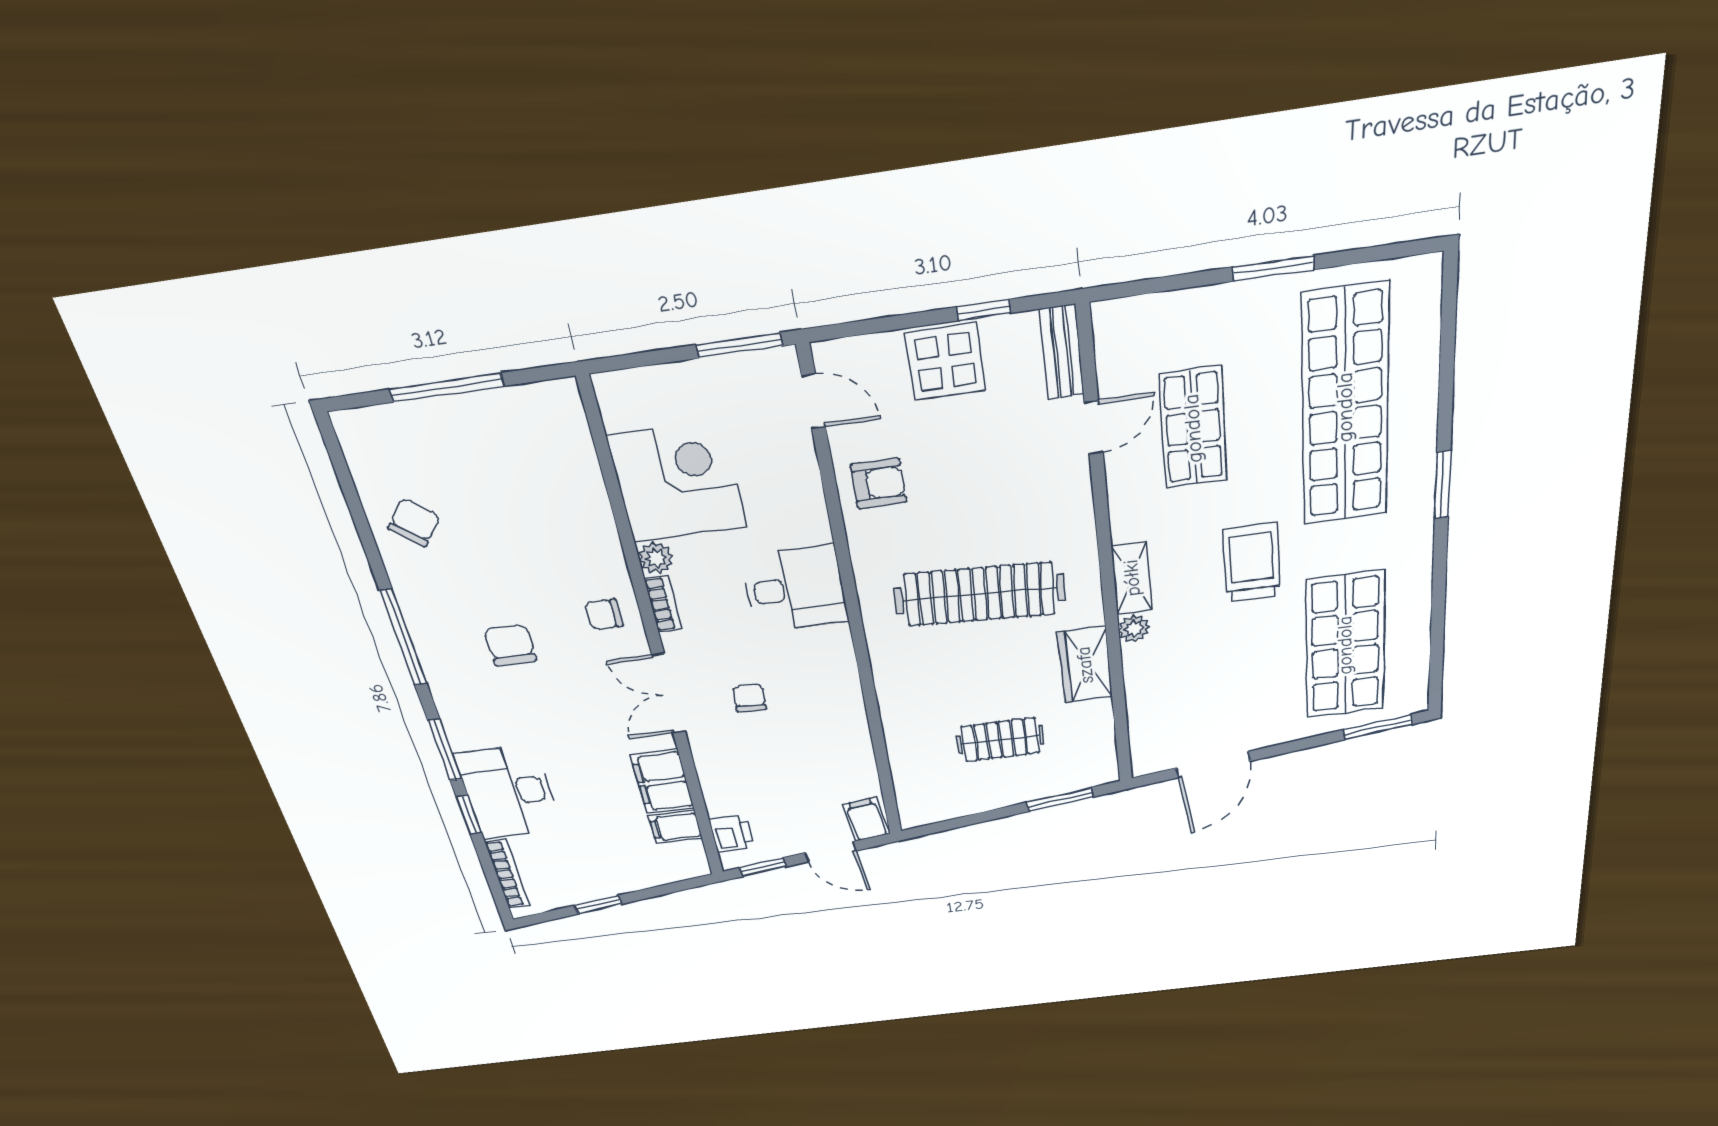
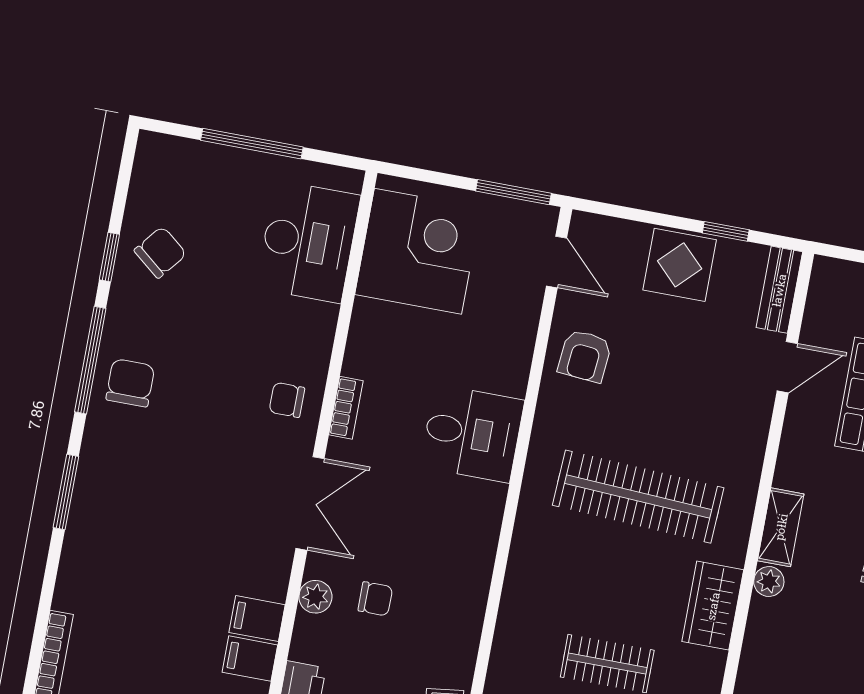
corner desk: (677, 482) -> (418, 251), moved
armchair: (878, 484) -> (585, 356), turned 95
plant: (656, 558) -> (315, 597), moved
chair: (510, 645) -> (130, 383), moved
double door: (669, 694) -> (310, 503), swing flipped
chair: (749, 698) -> (375, 599), moved, turned 87
filing cabinet: (662, 782) -> (257, 619), width x0.50
desk: (509, 792) -> (308, 242), moved, turned 180
window: (469, 815) -> (109, 257), moved

